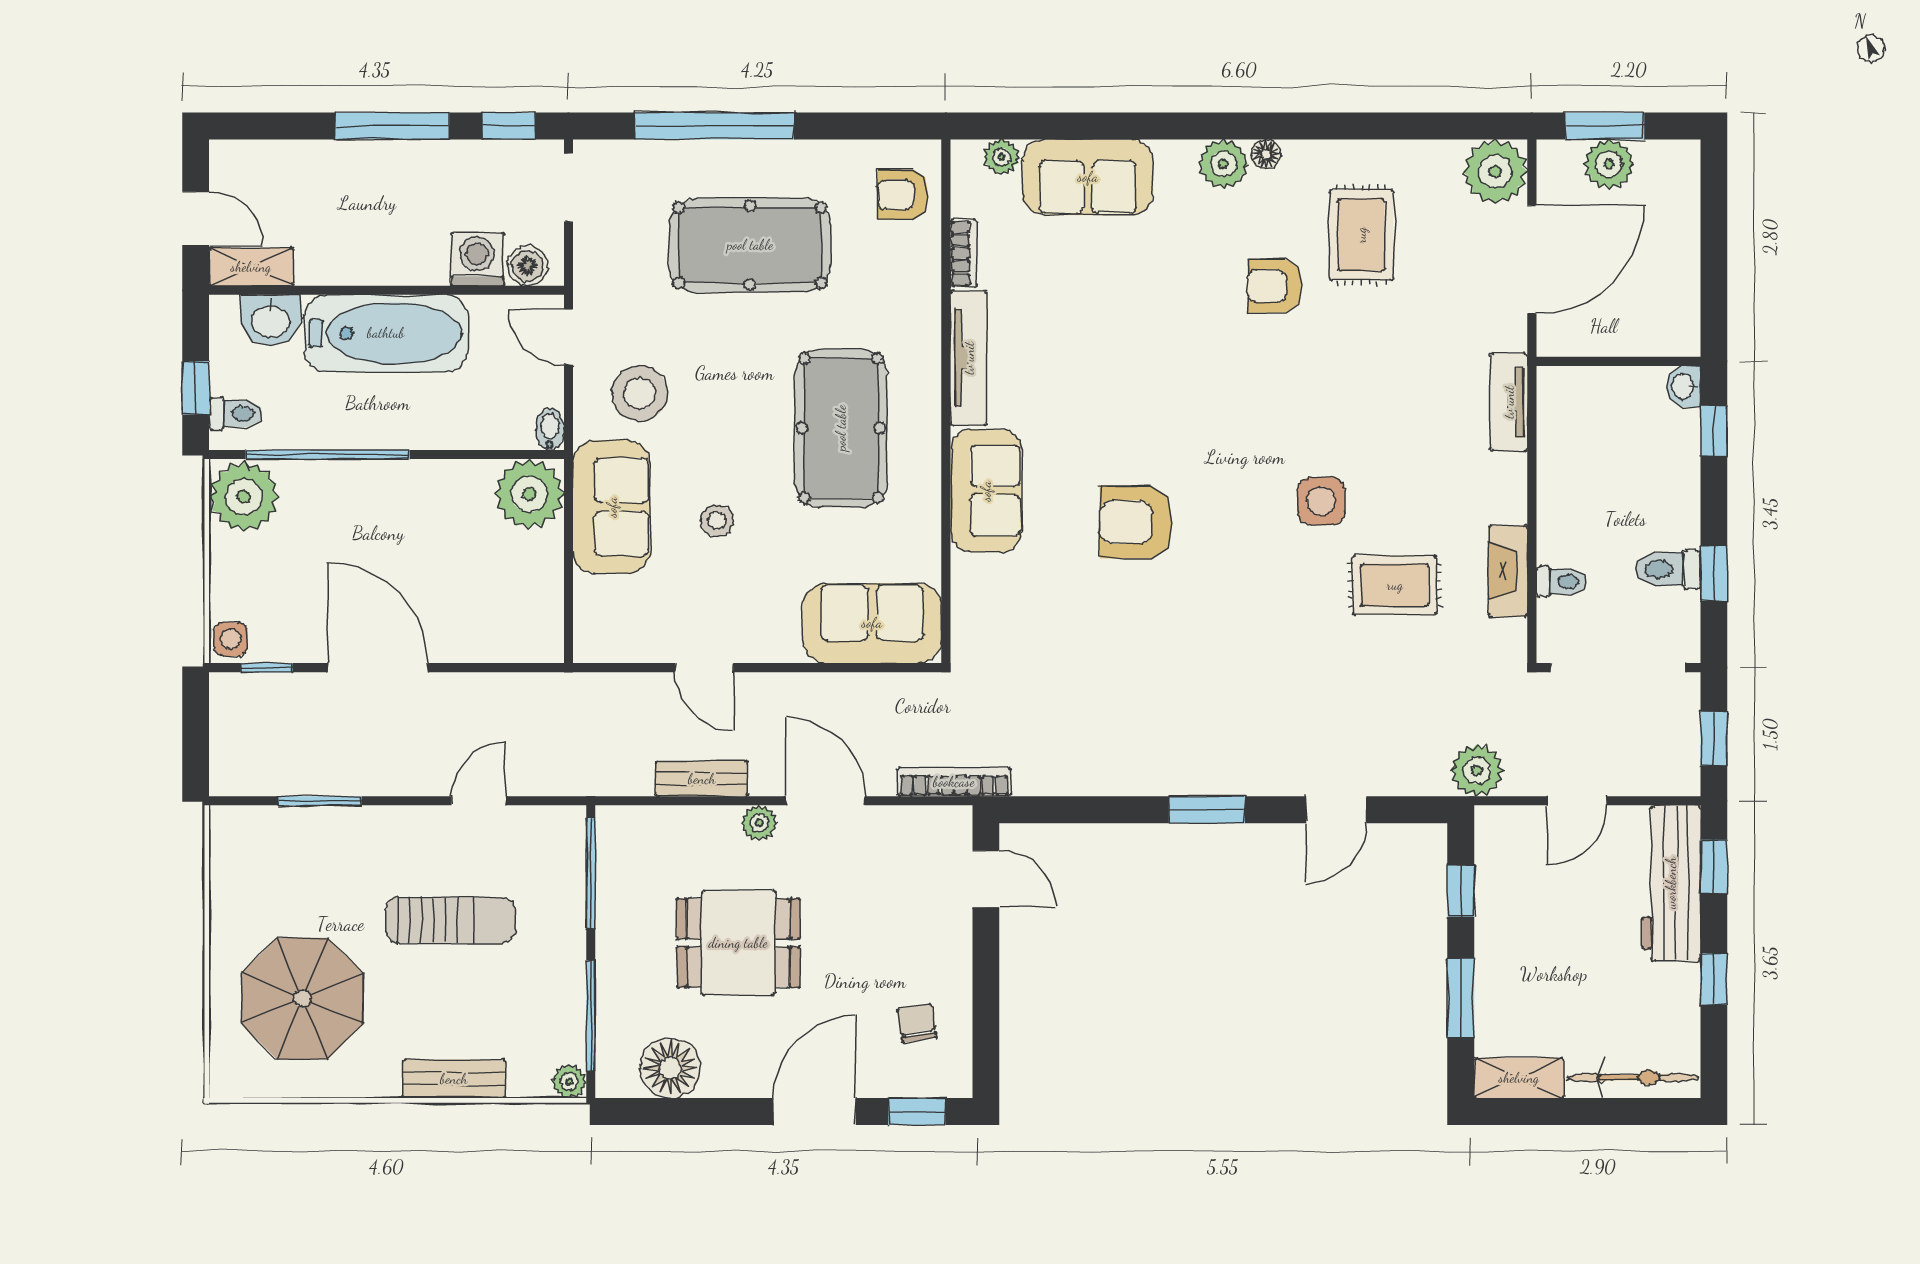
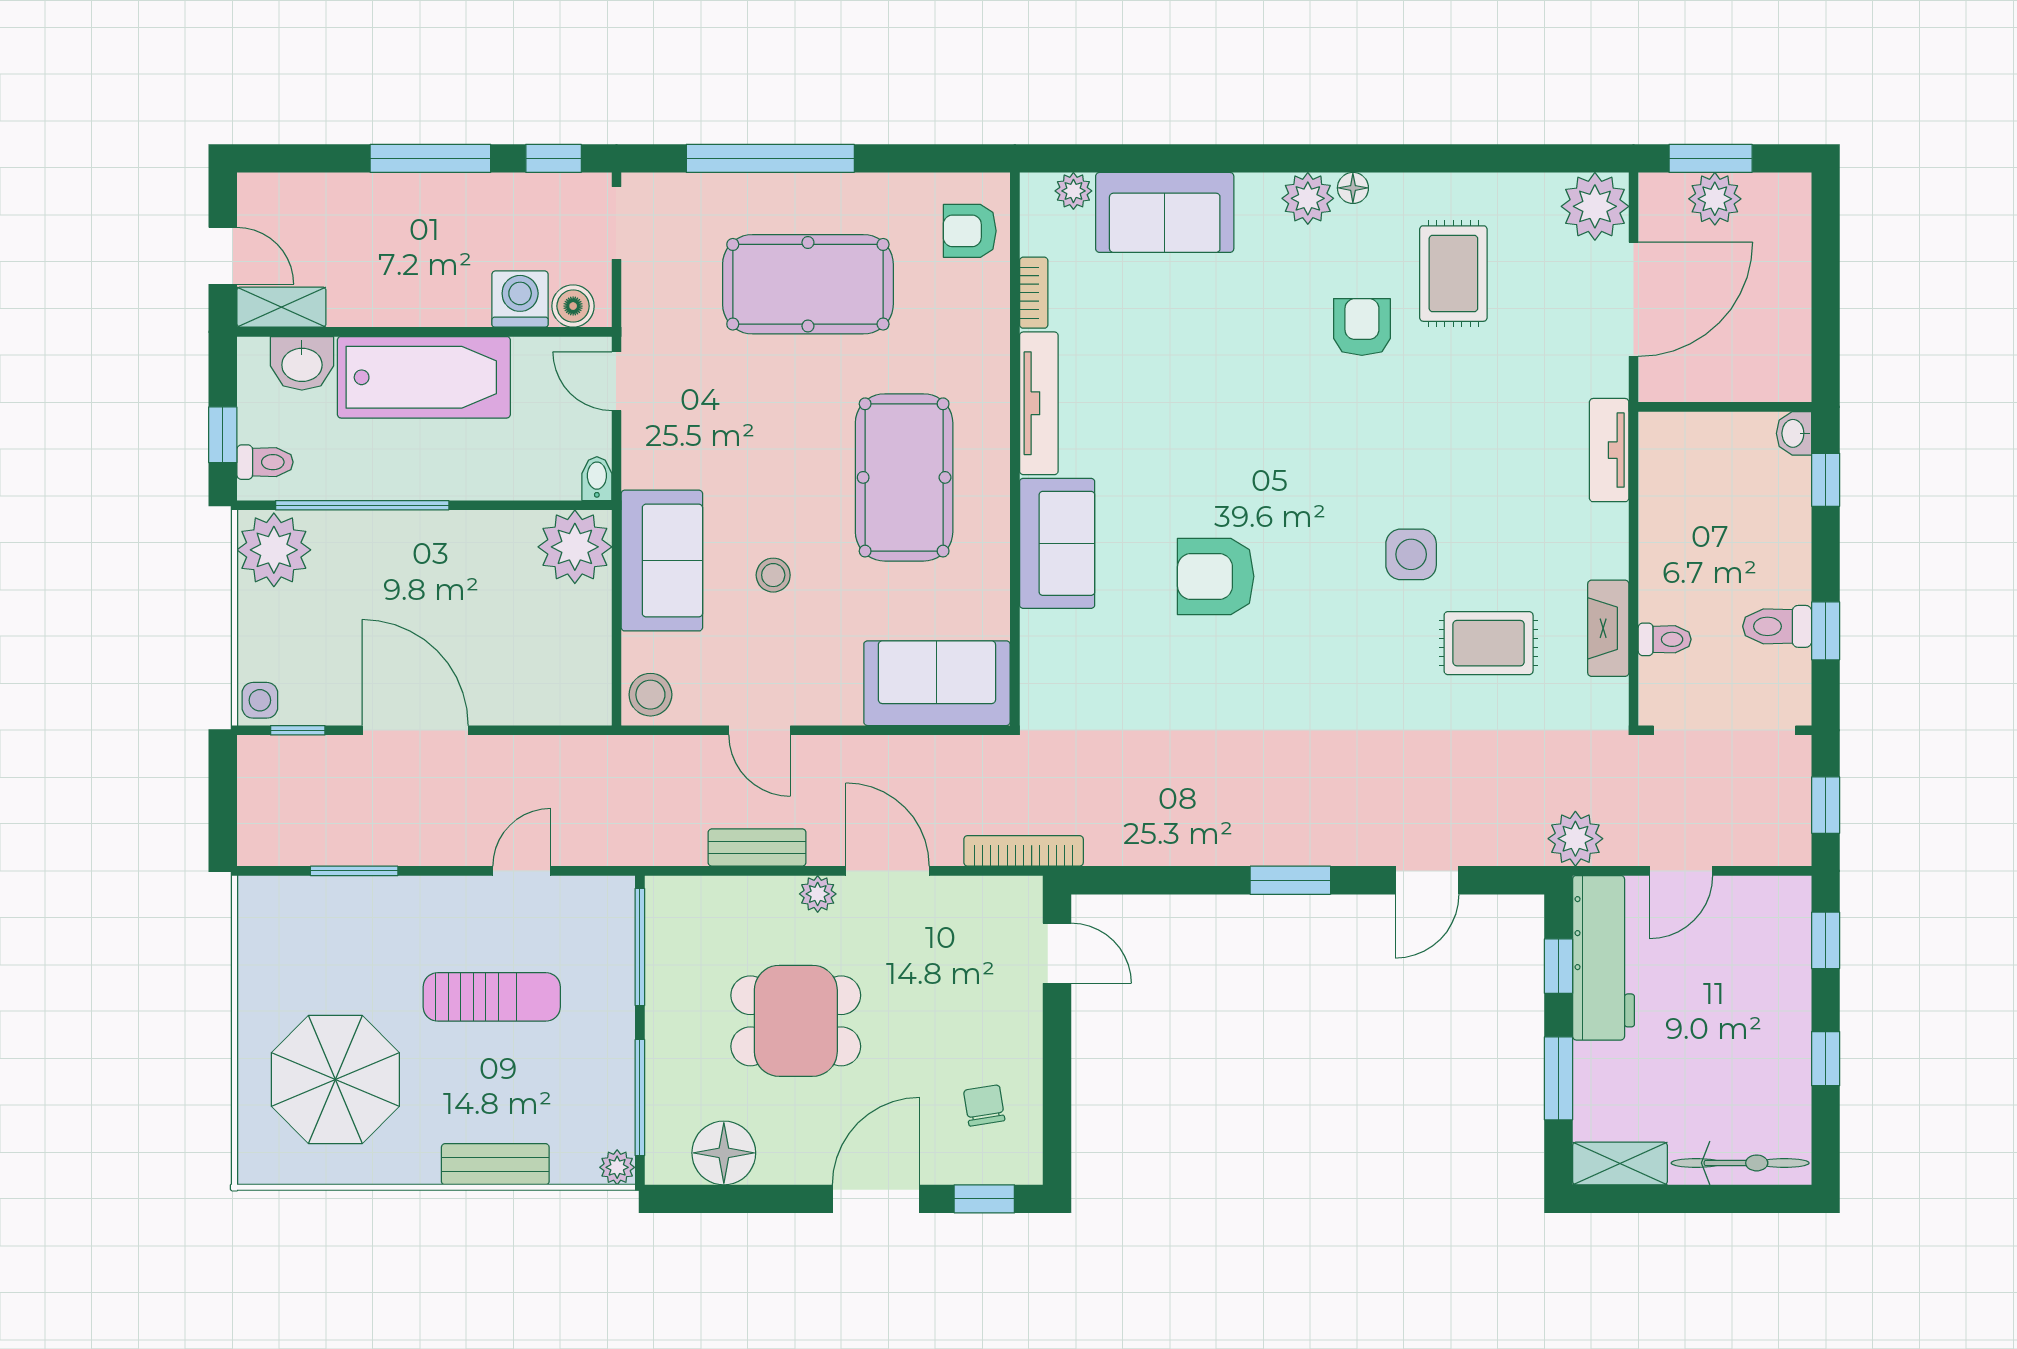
armchair: (1275, 286) -> (1362, 327), turned 90
stool: (640, 393) -> (650, 695), moved, width x0.73, depth x0.73
workbench: (1671, 883) -> (1603, 958), moved, turned 180

